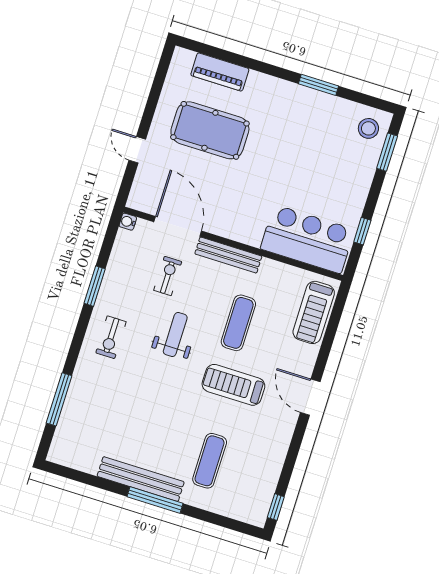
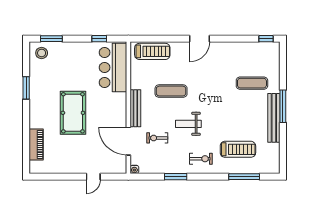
pool table: (210, 130) -> (73, 113), moved
door: (178, 226) -> (128, 141), hinge flipped
treadmill: (233, 385) -> (238, 149), moved, turned -90

